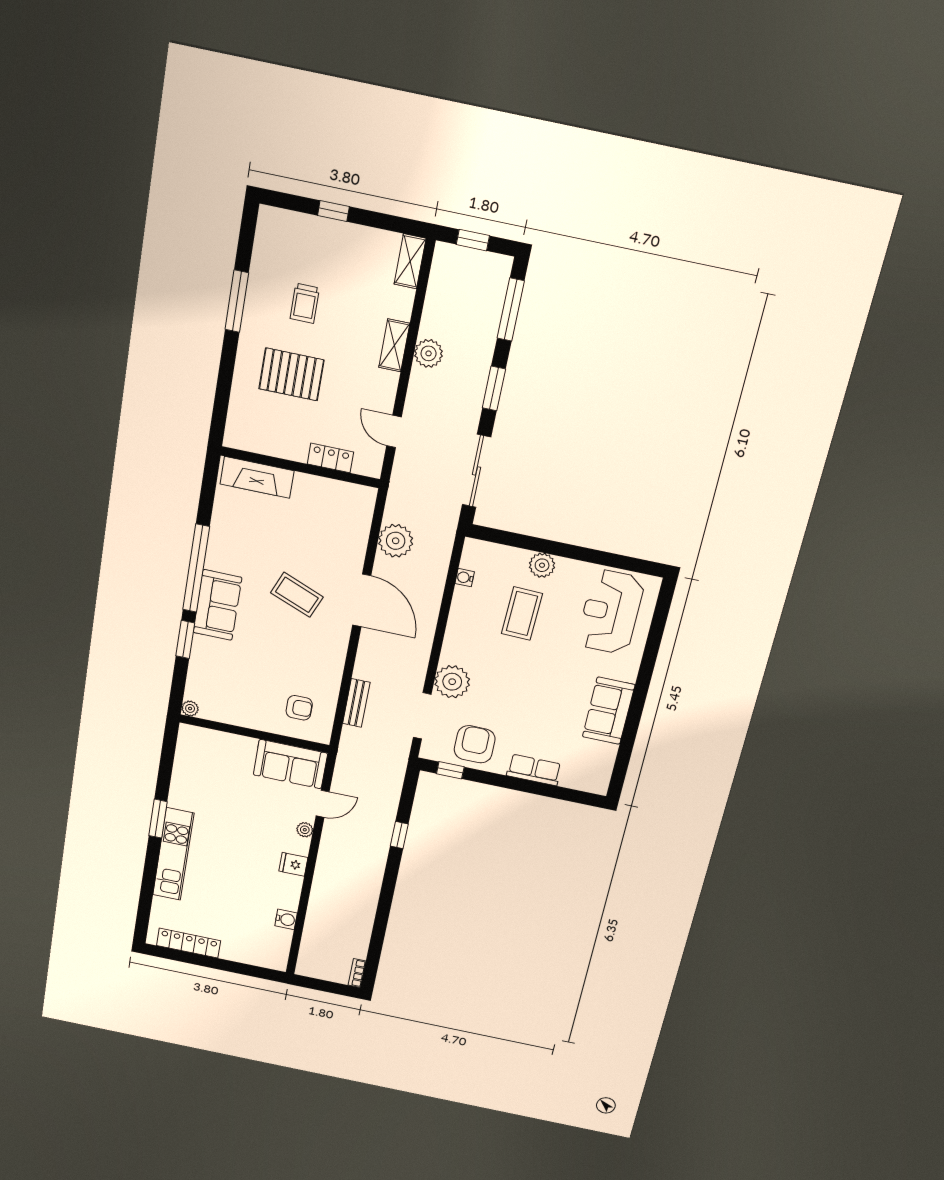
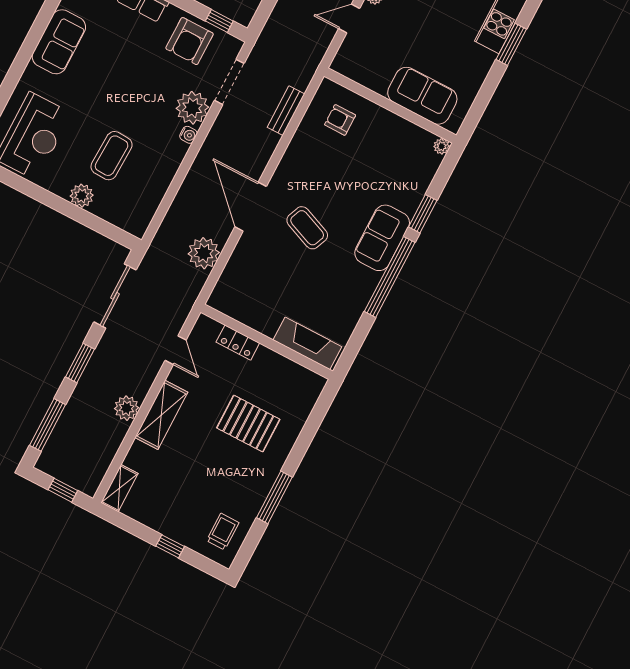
trolley: (305, 303) -> (223, 532), moved
shelving: (394, 345) -> (161, 415), width x1.50, depth x1.33
water cooler: (465, 578) -> (188, 135), moved
sofa: (290, 764) -> (422, 96), moved

